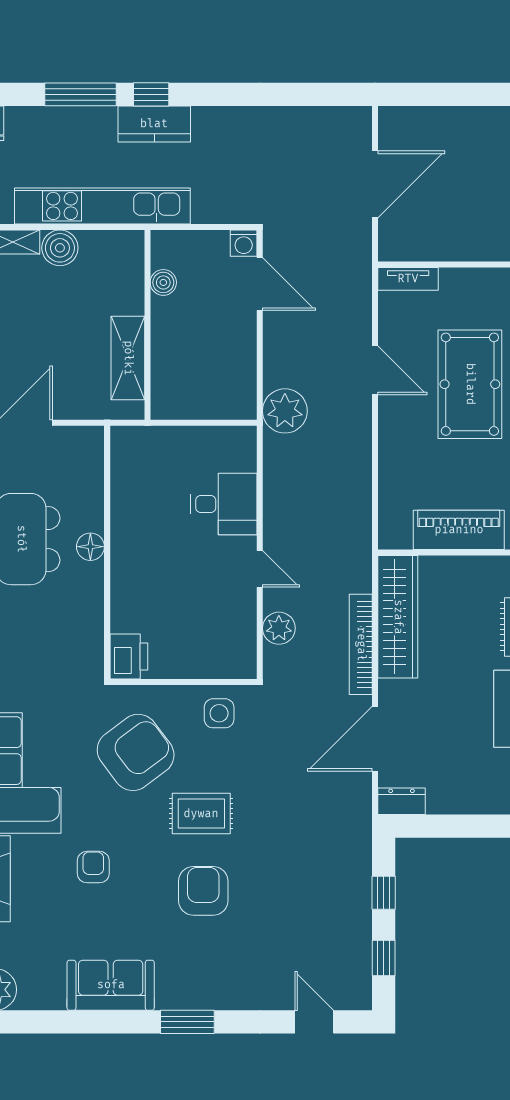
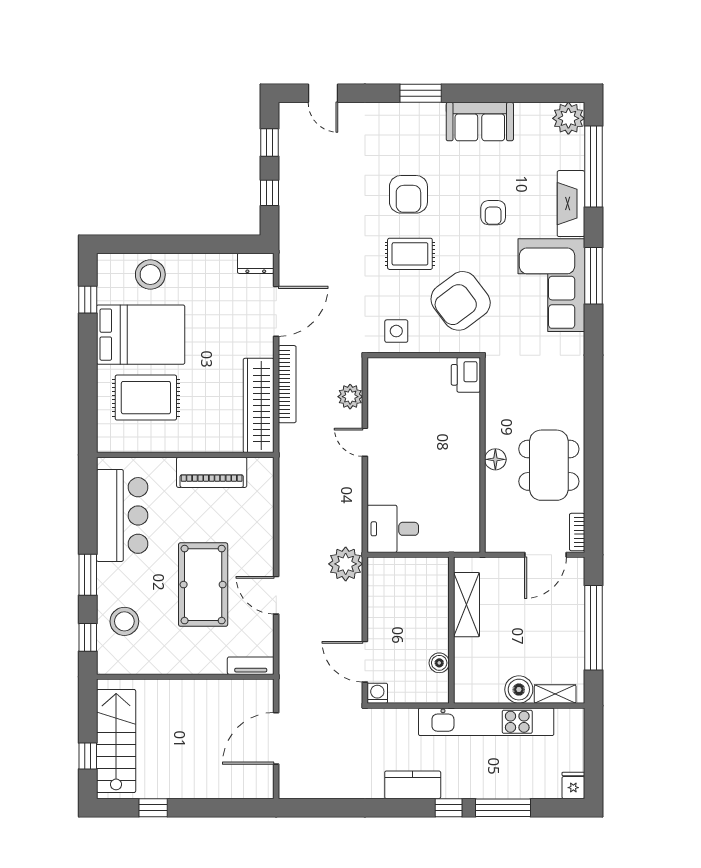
kitchen counter: (154, 124) -> (413, 785), moved
desk: (224, 504) -> (393, 529), moved

